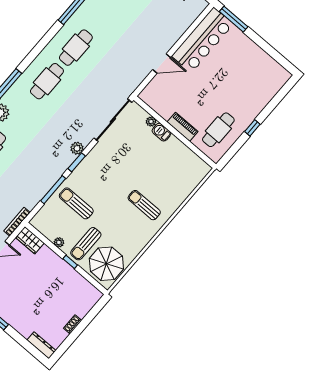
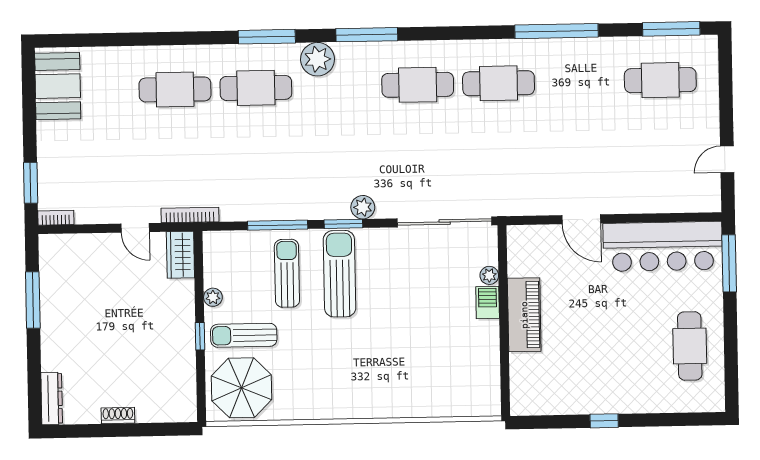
piano: (183, 127) -> (524, 315), width x1.37, depth x1.33
cafe table: (218, 130) -> (690, 346), moved, turned 90
sun lounger: (144, 205) -> (340, 274), moved, width x1.36, depth x1.34

